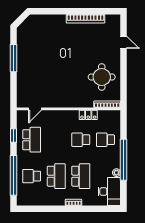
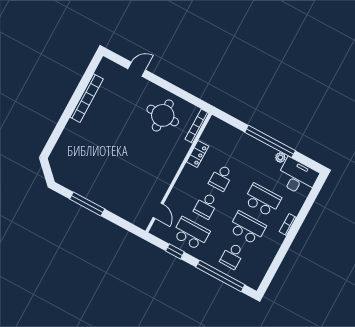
school desk: (105, 140) -> (206, 206), moved

